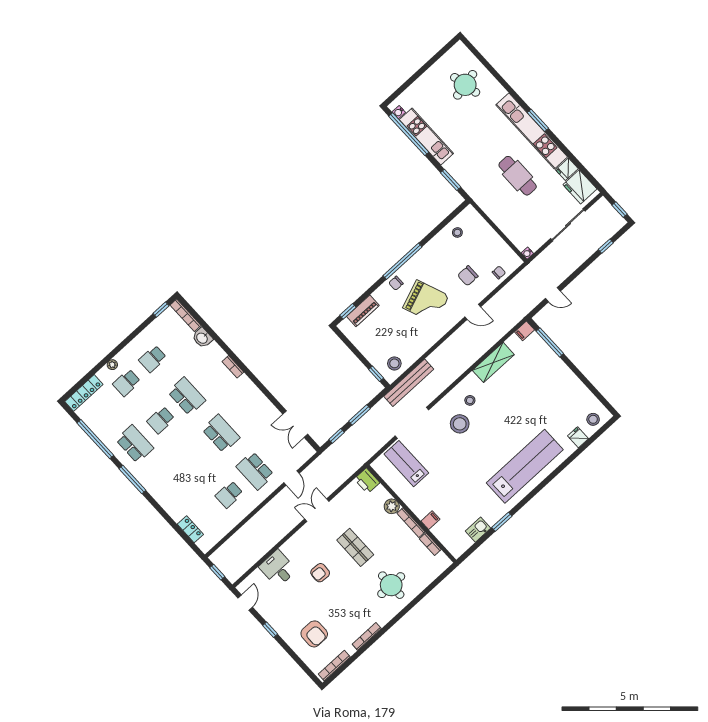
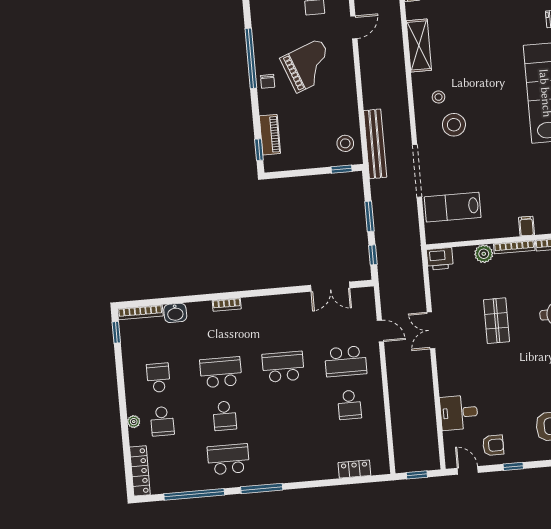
school desk: (153, 359) -> (158, 378), turned 180
shop shelf: (355, 547) -> (496, 321), turned 90
armchair: (320, 573) -> (493, 445), moved, turned -93

